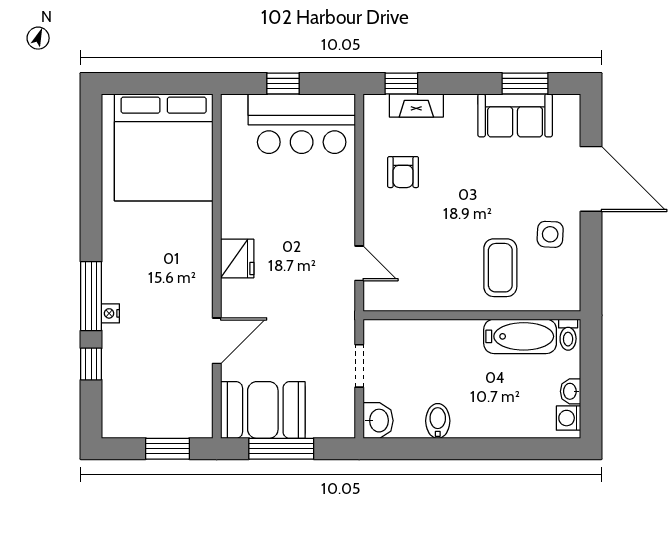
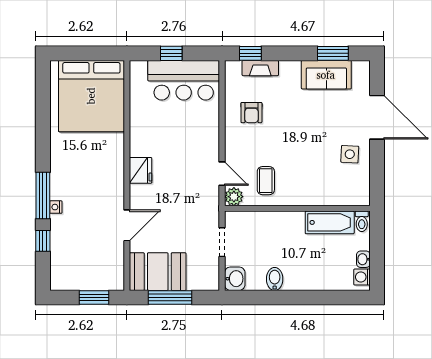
coffee table: (500, 268) -> (266, 181), moved, width x0.73, depth x0.77
plant: (377, 298) -> (234, 197), added

